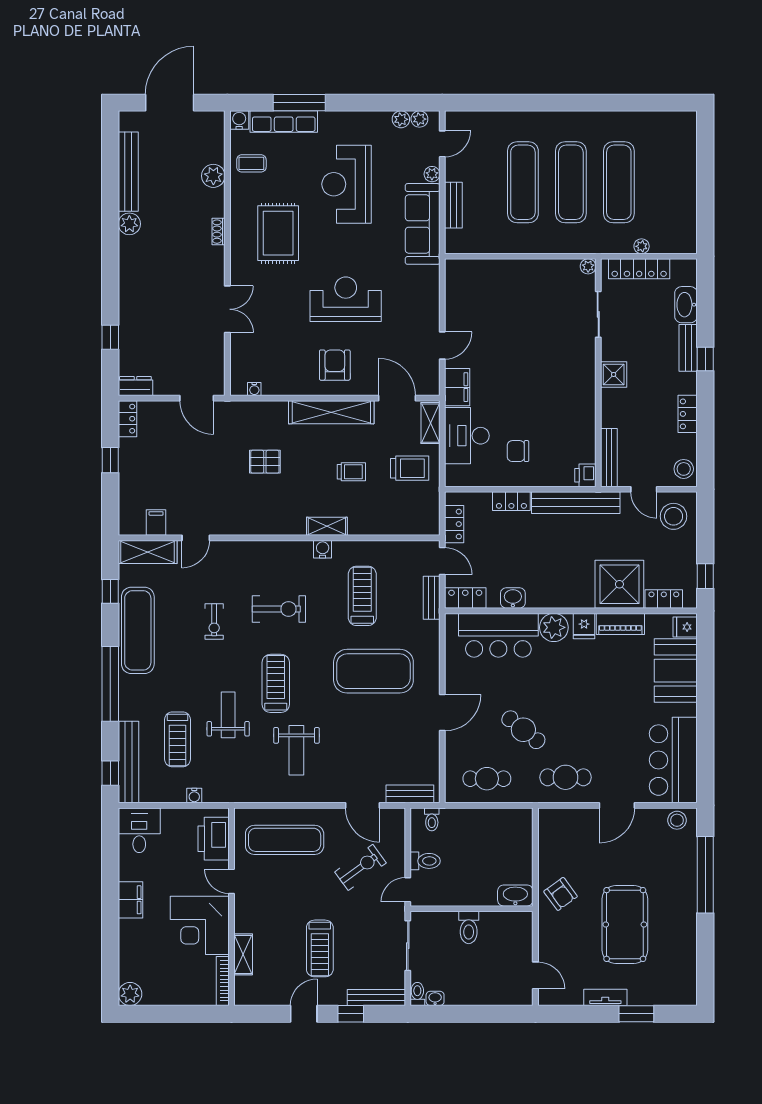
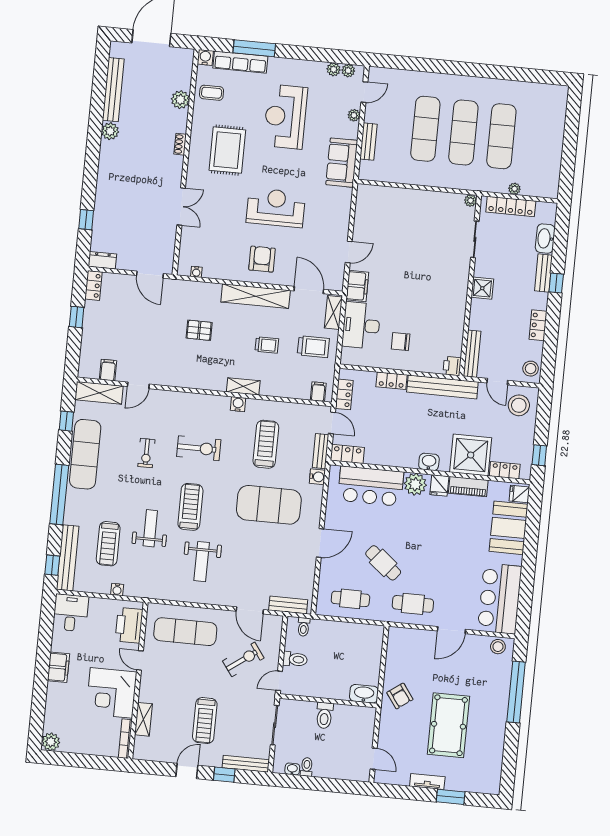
sofa: (423, 224) -> (342, 163), width x0.73
filing cabinet: (421, 524) -> (318, 392), added
washbasin: (513, 598) -> (429, 462), moved
water cooler: (431, 630) -> (317, 477), added
toilet: (417, 994) -> (307, 767), moved

